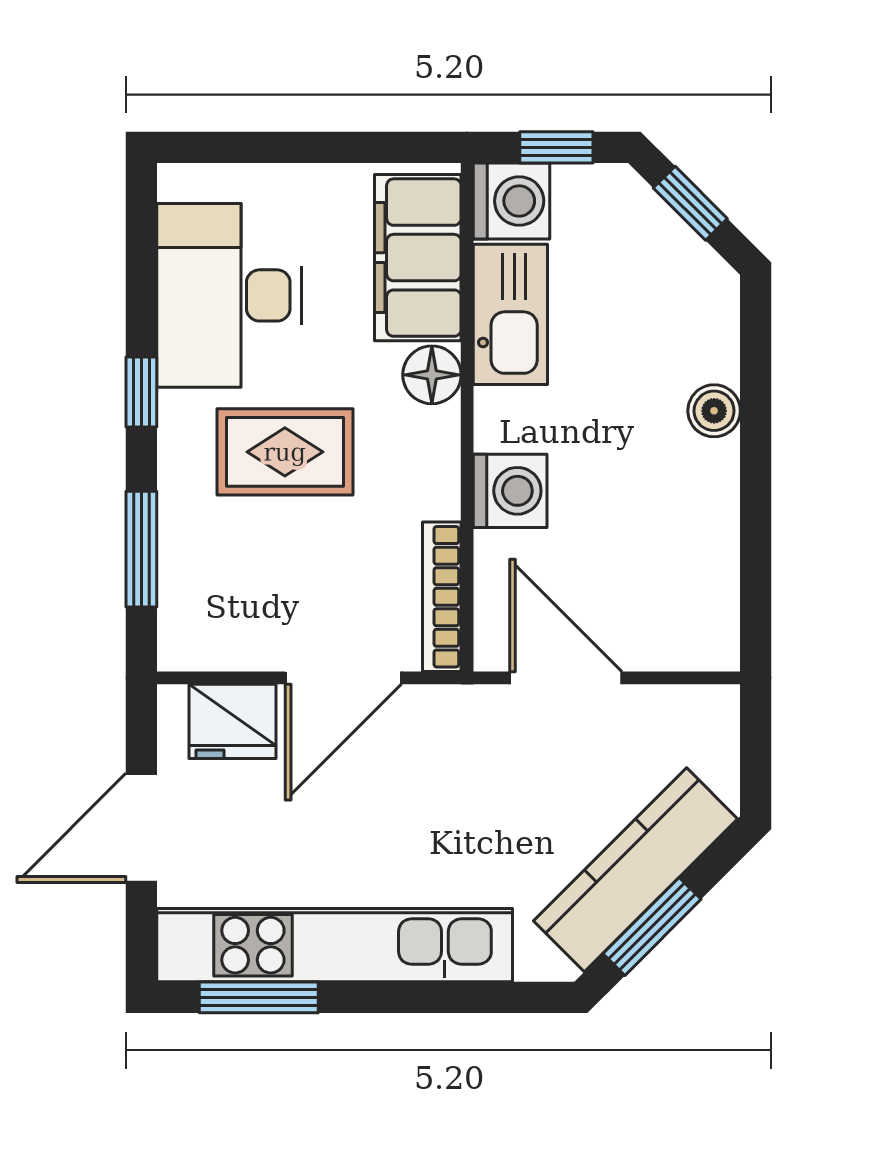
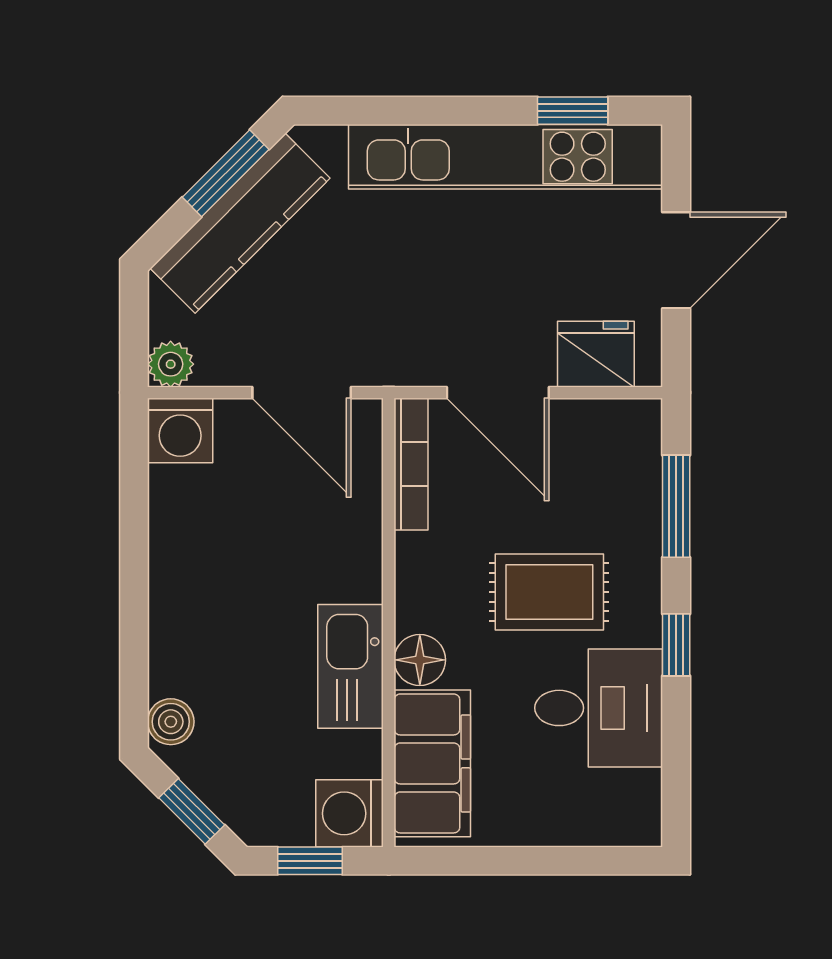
desk: (229, 295) -> (599, 708), width x0.73
kitchen sink: (510, 314) -> (350, 666), moved
boiler: (714, 411) -> (171, 722), moved
washing machine: (510, 491) -> (180, 430), moved, turned -90
door: (343, 678) -> (498, 393), swing flipped
plant: (714, 710) -> (171, 364), added
window: (259, 997) -> (573, 111), width x0.67

